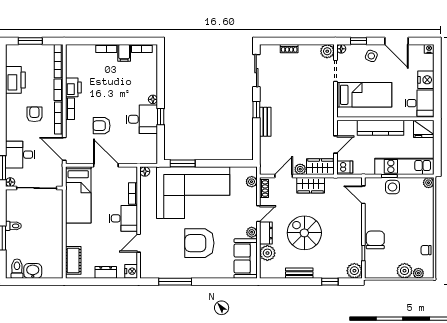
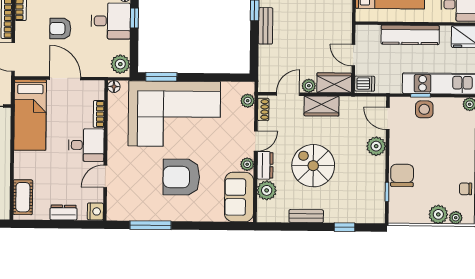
door: (335, 144) -> (353, 55), swing flipped
plant: (150, 154) -> (120, 64), added
plant: (354, 271) -> (376, 146), moved

